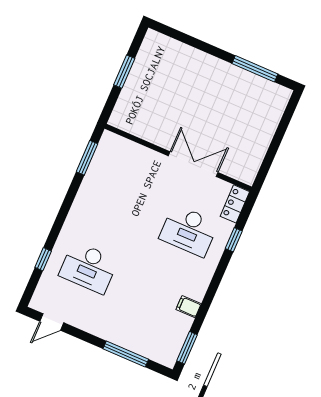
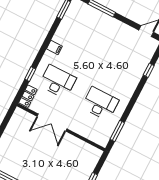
desk: (88, 268) -> (100, 104), moved
filing cabinet: (189, 307) -> (54, 48), moved

